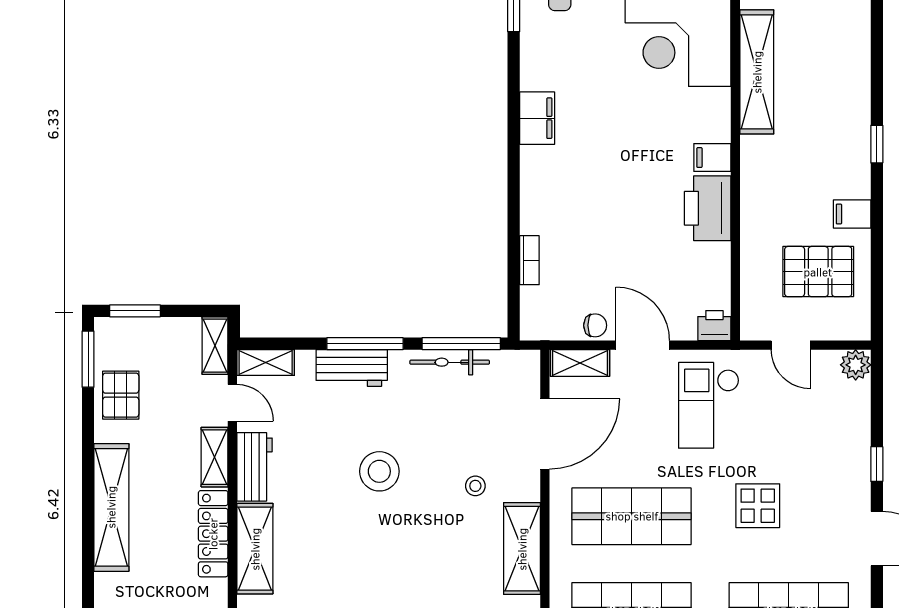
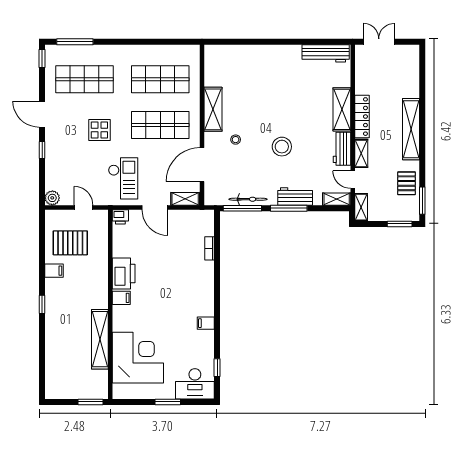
filing cabinet: (537, 118) -> (206, 323), width x0.50
chair: (595, 325) -> (178, 217), removed

